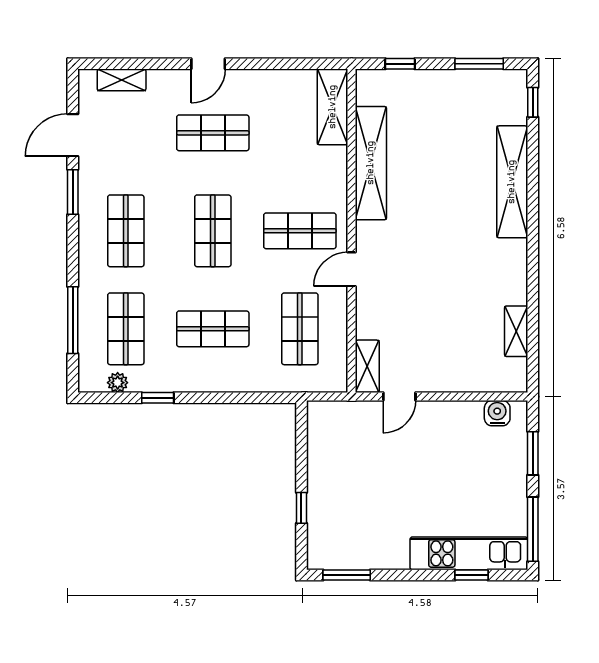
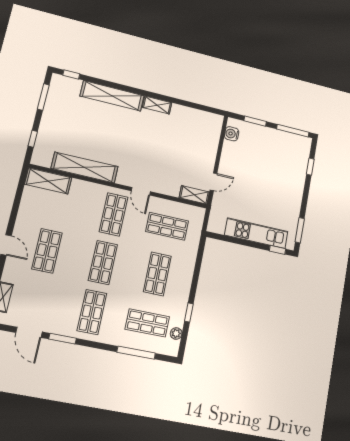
shop shelf: (126, 231) -> (92, 312), turned 90
shop shelf: (213, 231) -> (103, 263), turned 90
shelving: (516, 331) -> (157, 105), moved
door: (399, 397) -> (213, 182), hinge flipped
window: (301, 508) -> (278, 250), moved
kitchen unit: (469, 553) -> (256, 233), moved, turned 90

